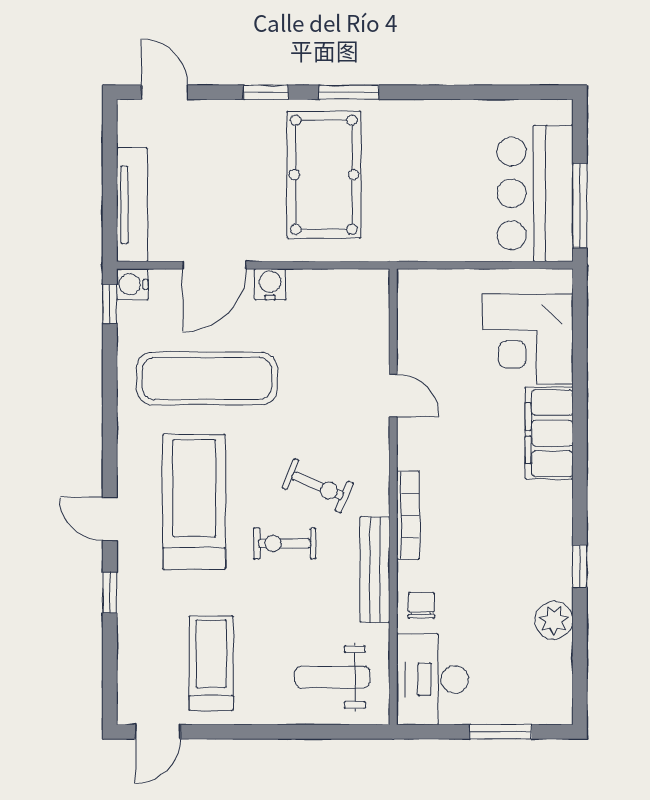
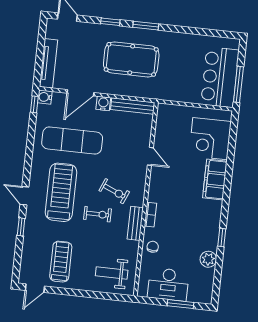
pool table: (324, 175) -> (131, 59), turned 90
bench: (339, 283) -> (133, 106), added
bookcase: (408, 515) -> (150, 215), width x0.64
exercise bike: (285, 543) -> (98, 214), turned 180
bench: (375, 570) -> (135, 223), width x0.73
desk: (432, 679) -> (168, 284), moved, turned -90

